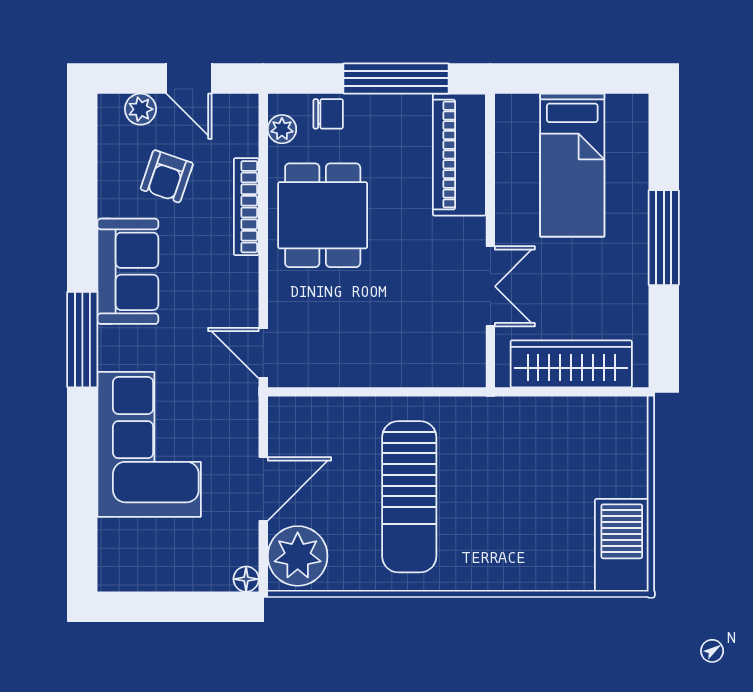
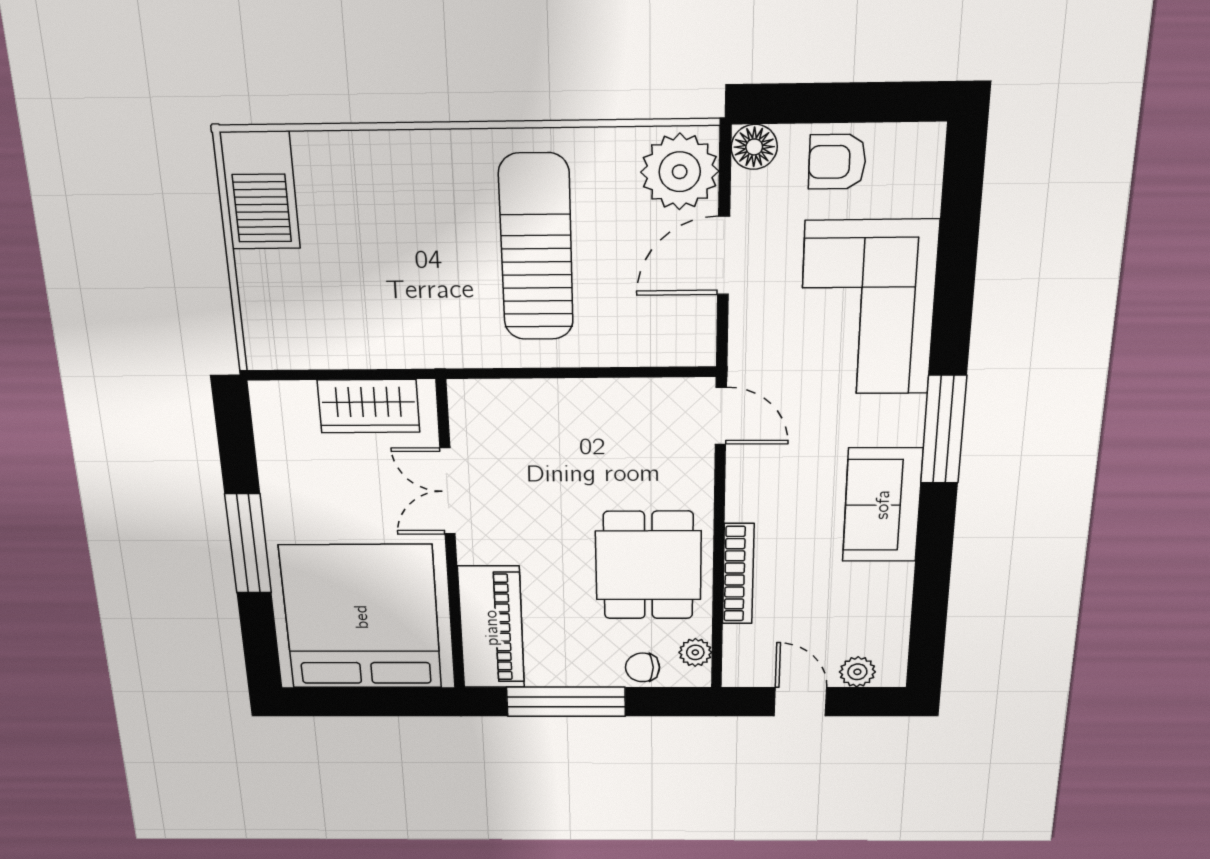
bed: (572, 165) -> (361, 617), width x2.04
armchair: (167, 176) -> (837, 162), moved, turned -109
wardrobe: (571, 364) -> (369, 406), width x0.67
floor lamp: (246, 579) -> (754, 147), width x1.37, depth x1.37

